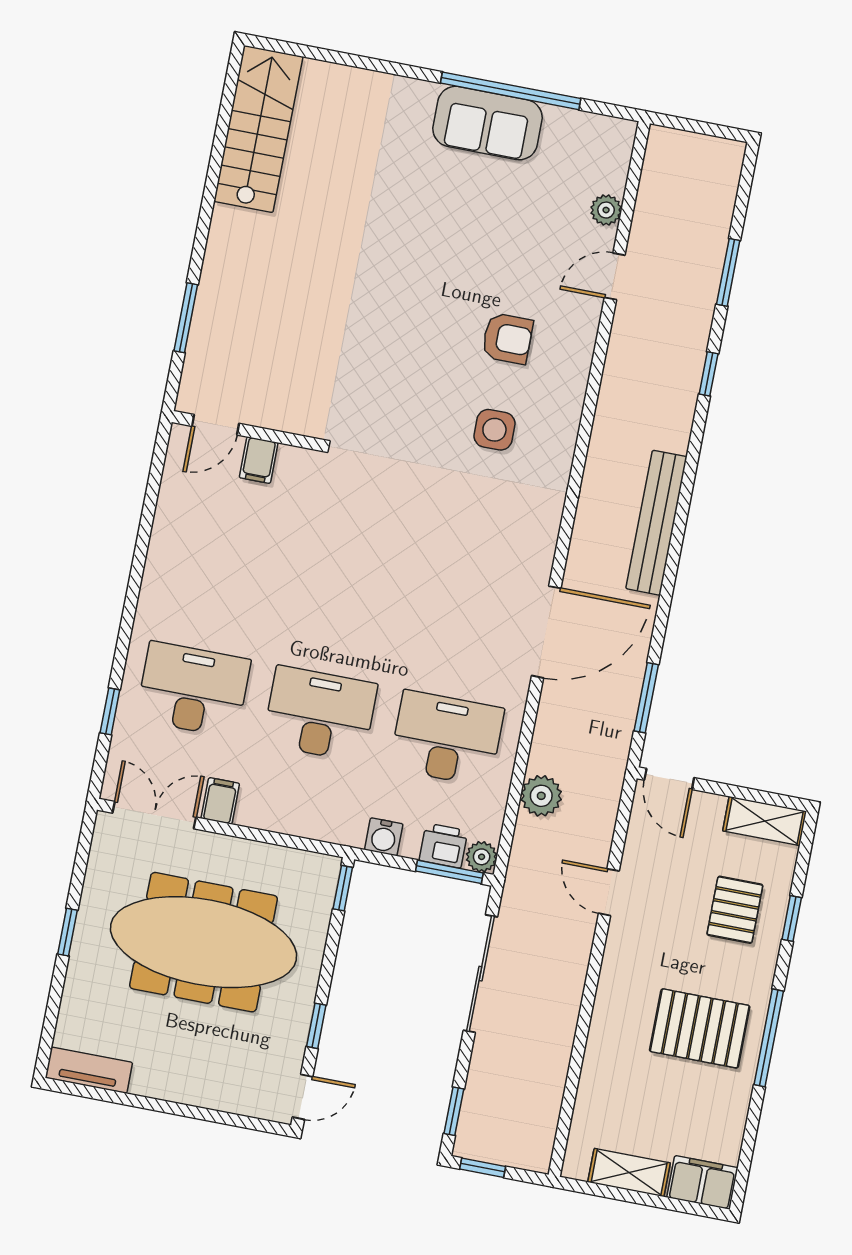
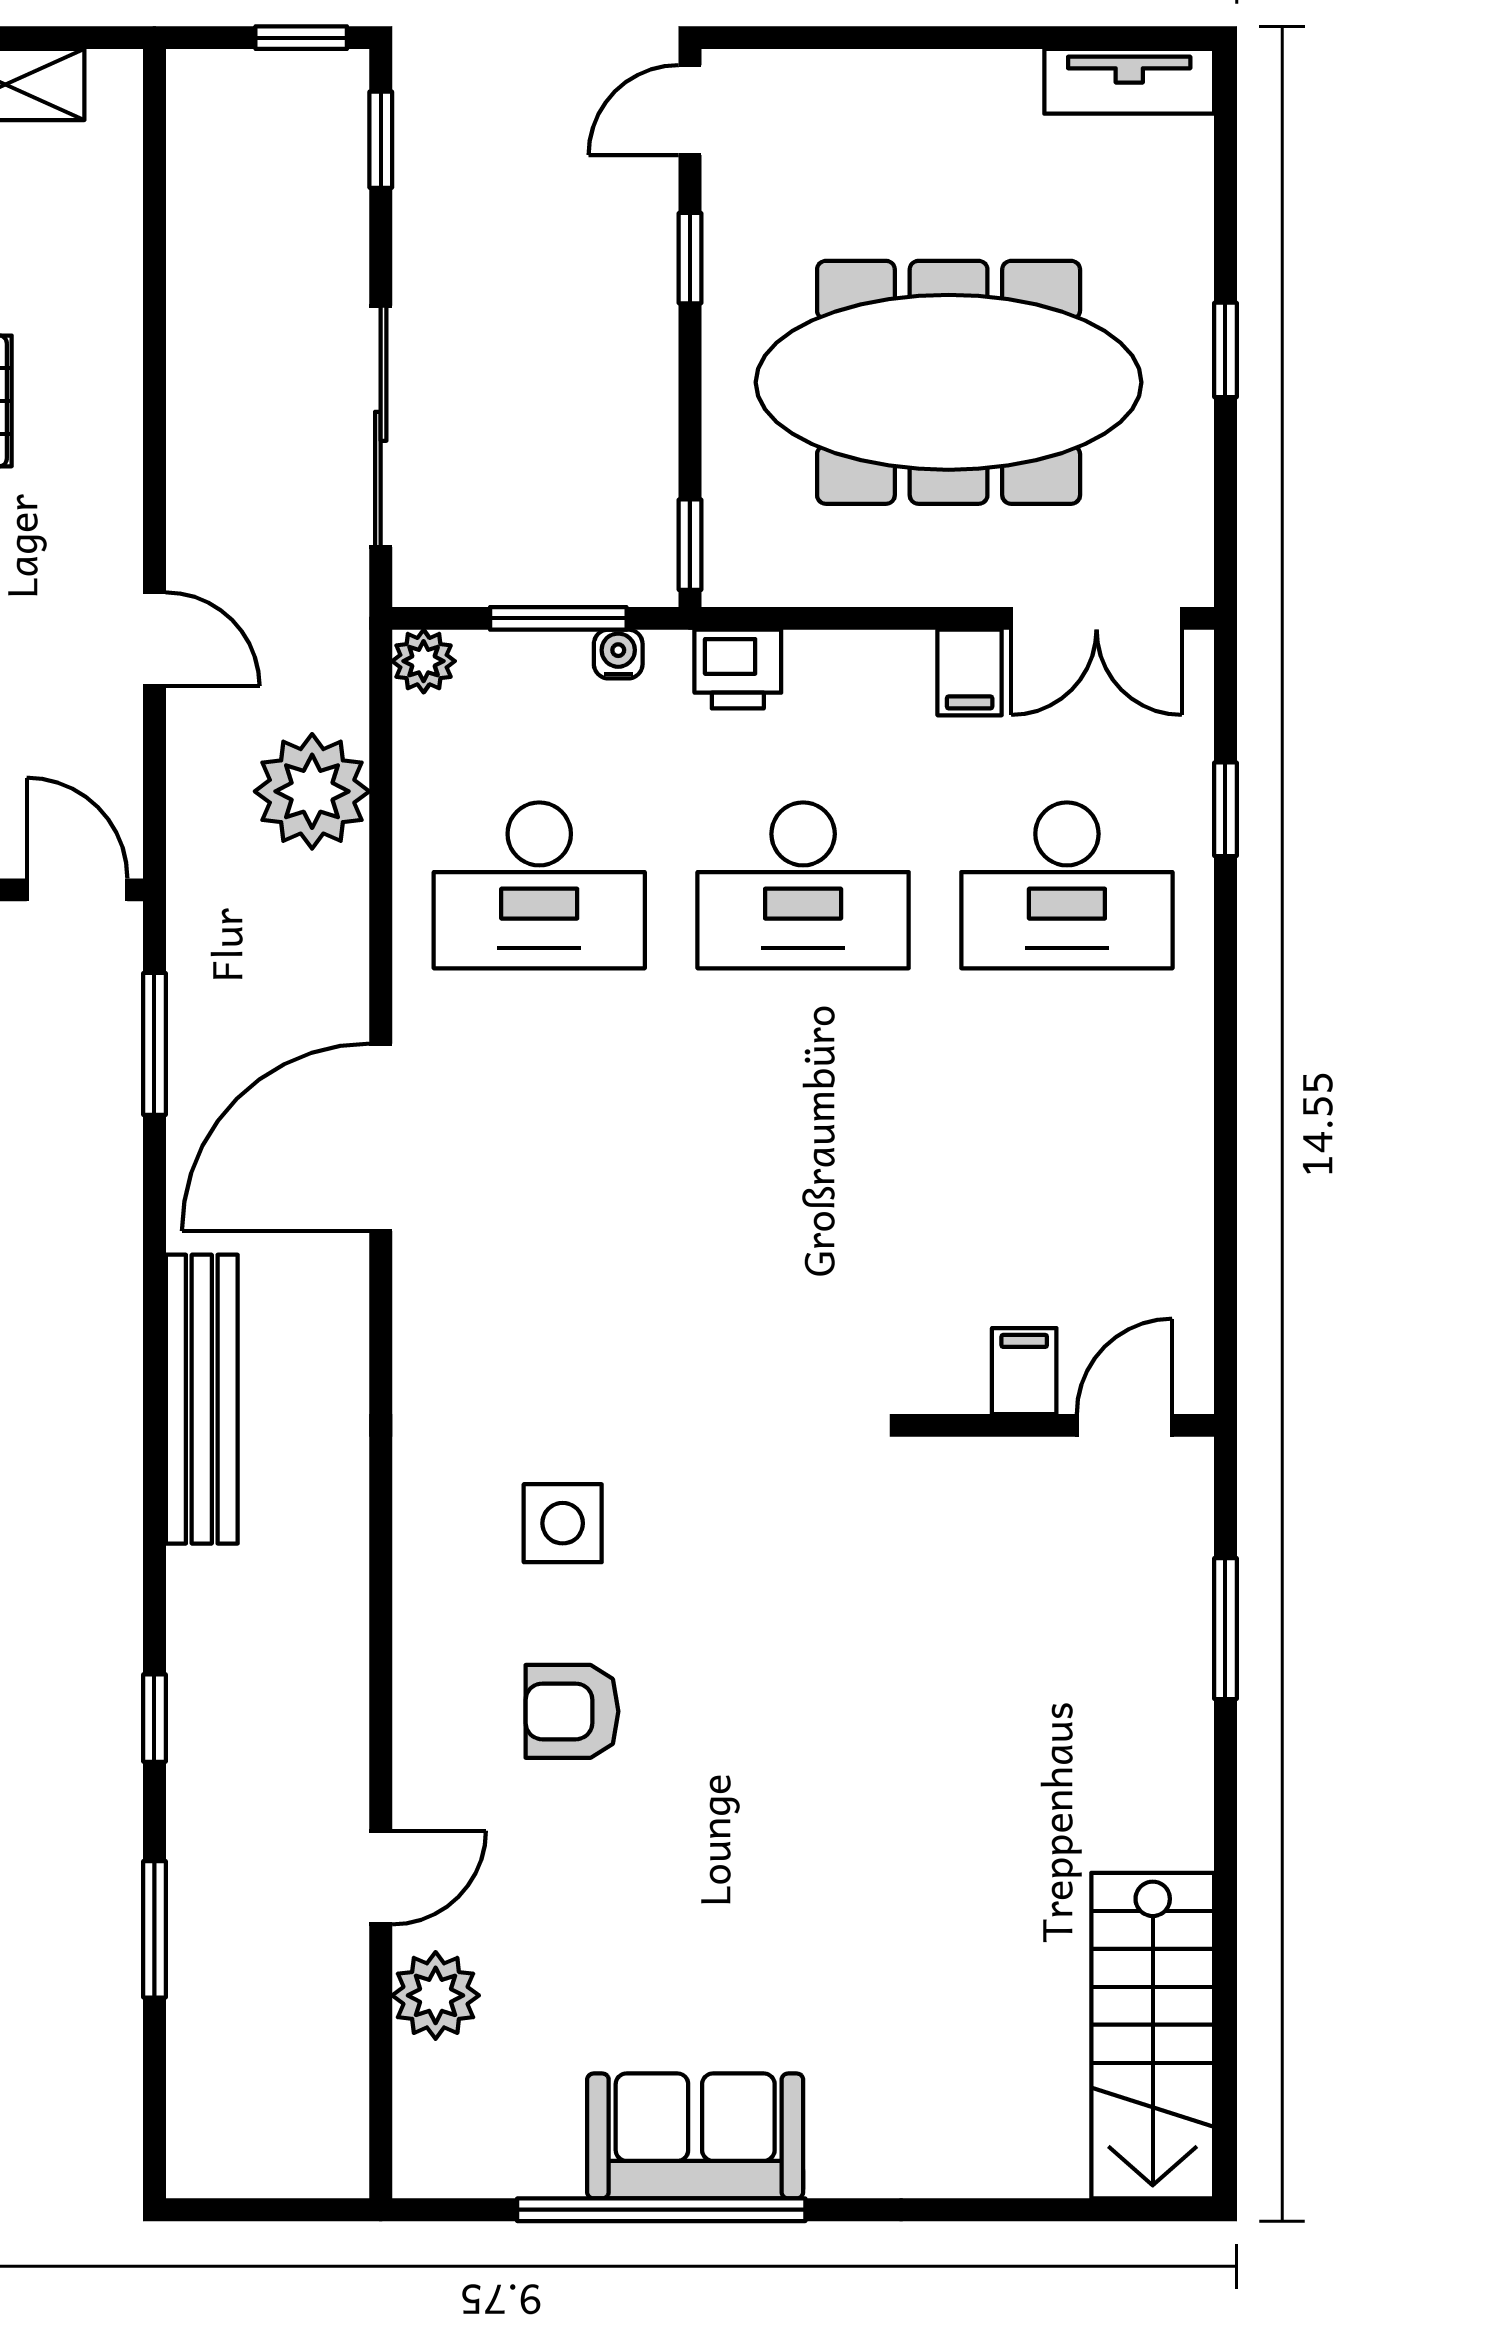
plant: (606, 210) -> (436, 1995), width x1.38, depth x1.38
plant: (541, 796) -> (312, 791), width x1.36, depth x1.36
water cooler: (384, 837) -> (618, 654), width x0.72, depth x0.72
printer: (443, 846) -> (738, 669), moved
window: (449, 872) -> (558, 618), moved

